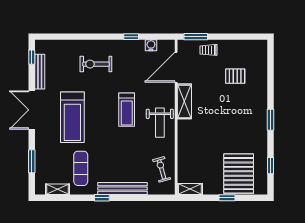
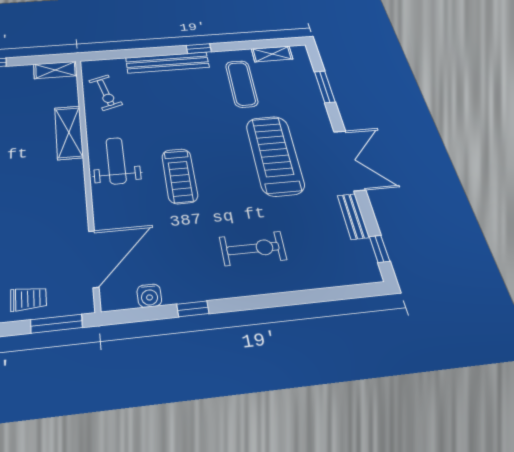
bench: (40, 72) -> (353, 216), width x0.73
shelving: (184, 101) -> (69, 132), moved
treadmill: (127, 110) -> (180, 176), turned 180

